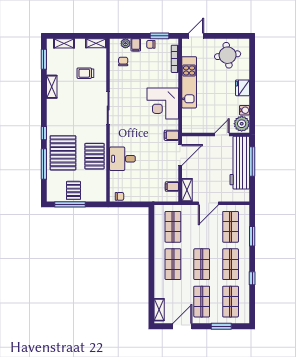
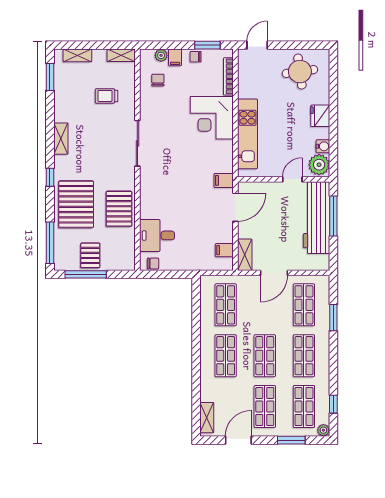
kitchen unit: (189, 82) -> (248, 134), moved
shelving: (52, 87) -> (61, 139), moved
corner desk: (163, 103) -> (212, 118), moved
desk: (122, 159) -> (157, 235), moved
window: (44, 164) -> (50, 243), moved
window: (252, 278) -> (333, 404), moved
plant: (245, 319) -> (323, 430), added

